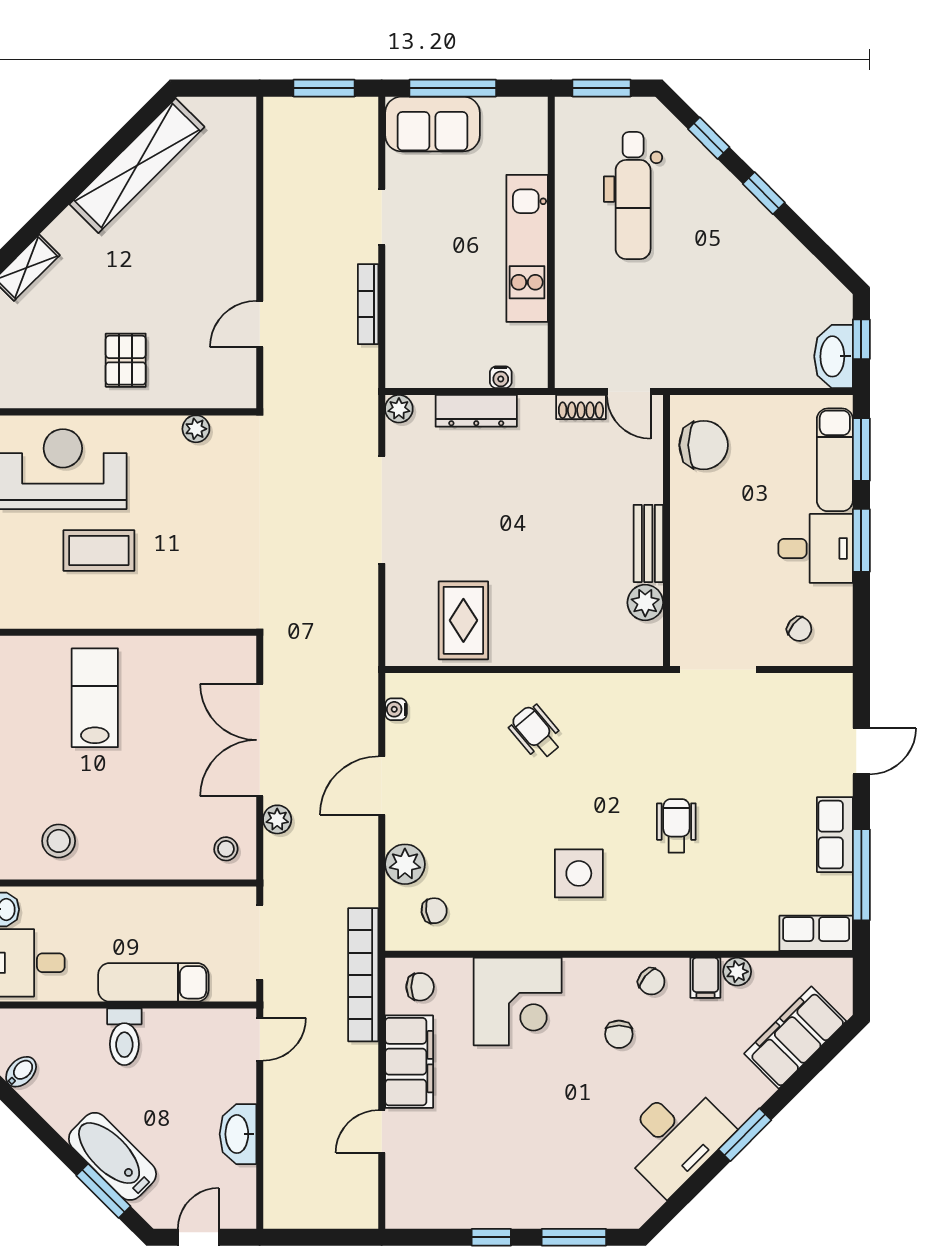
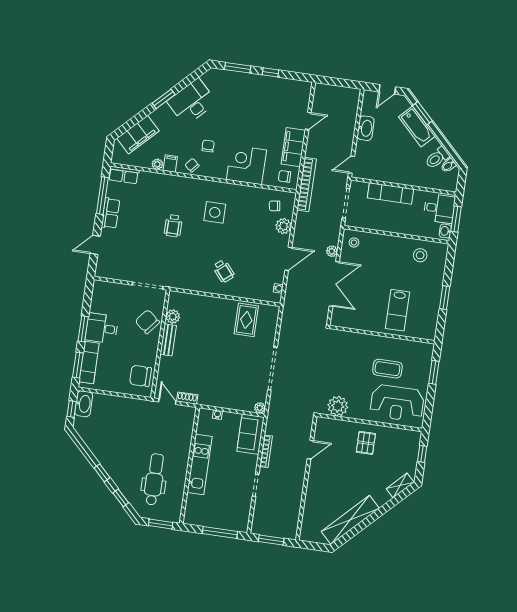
sofa: (432, 124) -> (250, 434), moved, turned -90
dresser: (476, 411) -> (229, 403), removed
plant: (196, 429) -> (338, 406), width x1.88, depth x1.88
chair: (799, 629) -> (147, 322), moved, width x1.87, depth x1.87
toilet: (124, 1037) -> (437, 158), moved, turned -135

